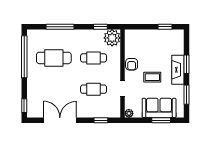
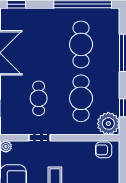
cafe table: (94, 58) -> (81, 98), width x1.37, depth x1.35
armchair: (132, 64) -> (104, 150), moved

